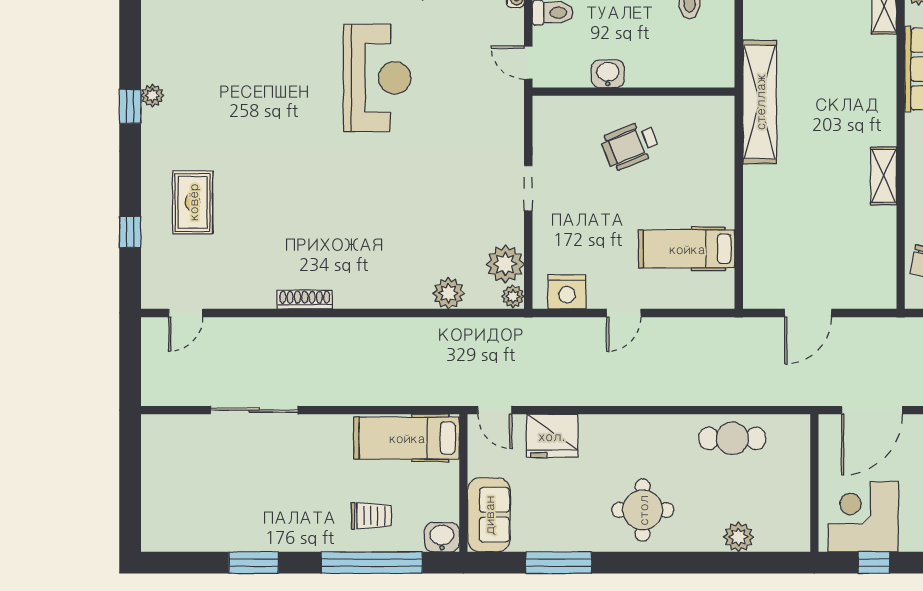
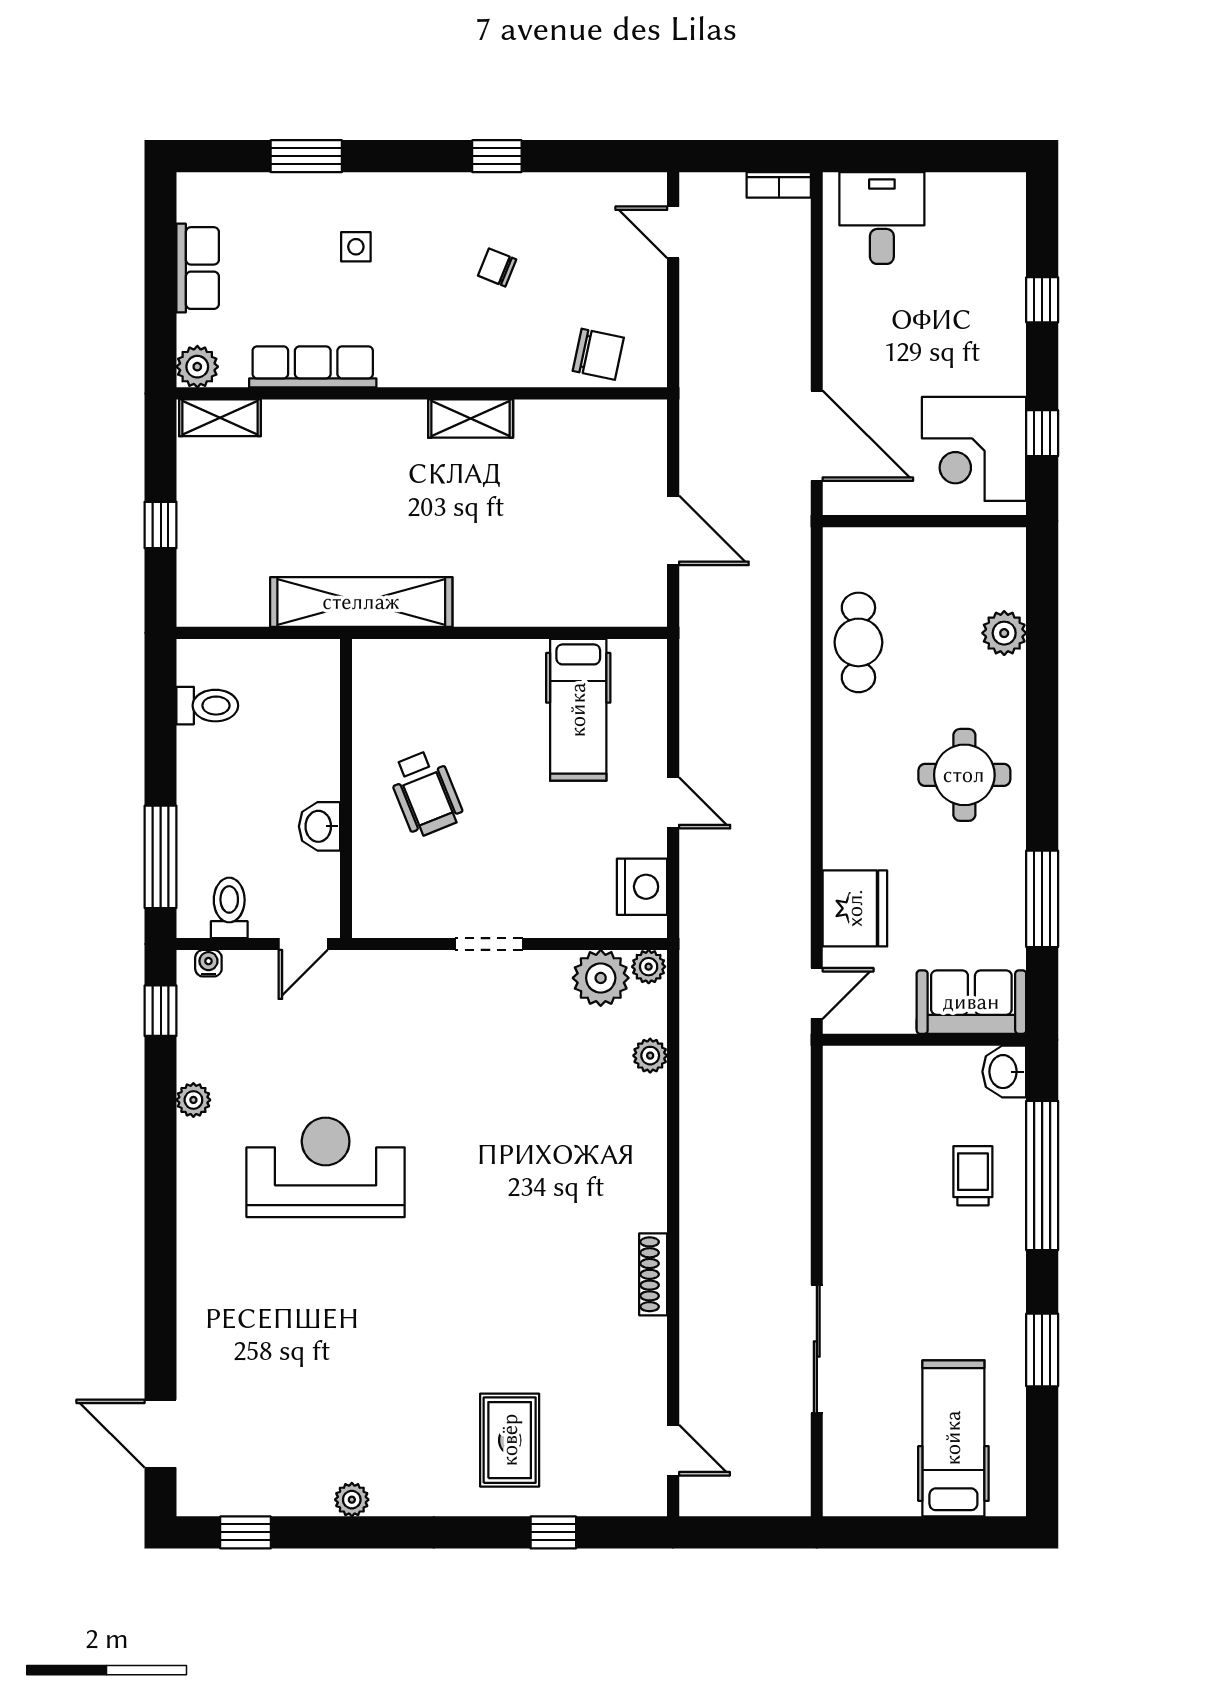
window: (130, 106) -> (246, 1532), moved
rug: (193, 202) -> (510, 1440), turned 90
plant: (448, 293) -> (650, 1056), width x0.73, depth x0.73
hospital bed: (407, 438) -> (953, 1438), moved, turned 180

